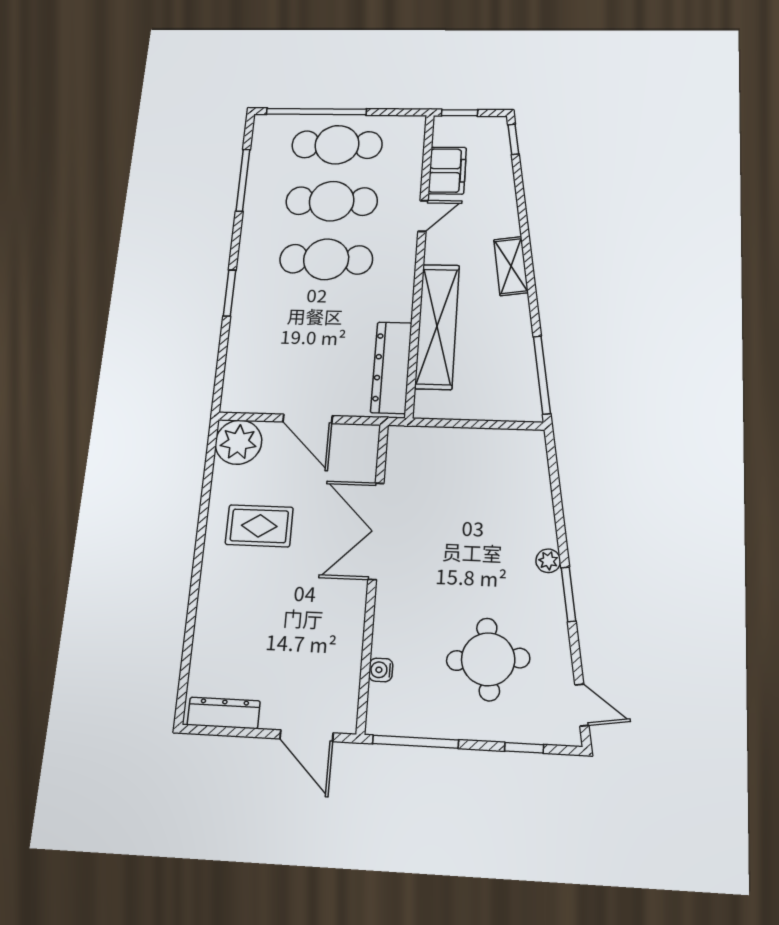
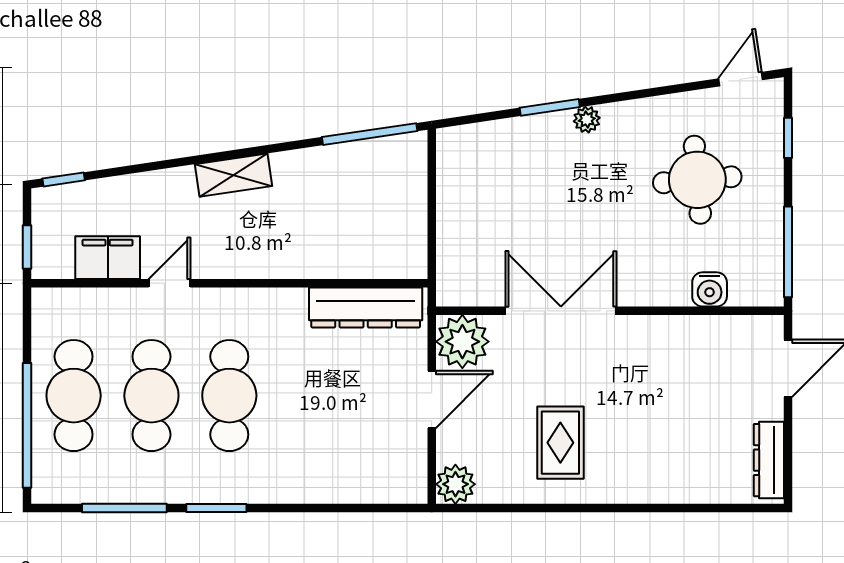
door: (423, 216) -> (170, 283), hinge flipped
window: (230, 293) -> (216, 508), moved
shelving: (437, 326) -> (313, 258), removed
plant: (238, 442) -> (455, 484), width x0.73, depth x0.73
plant: (356, 446) -> (462, 342), added
double door: (376, 531) -> (561, 311), swing flipped
window: (568, 594) -> (550, 107), moved
water cooler: (381, 670) -> (710, 289), width x1.38, depth x1.38

